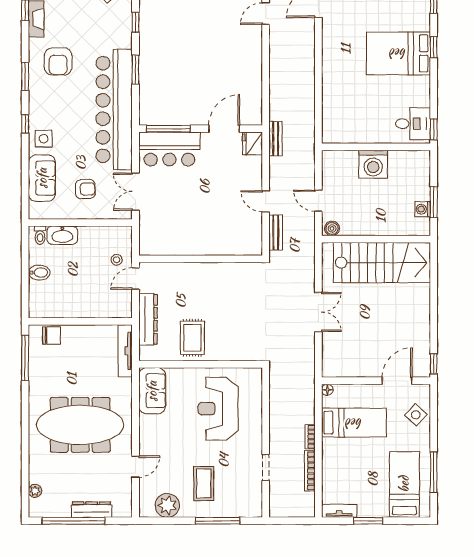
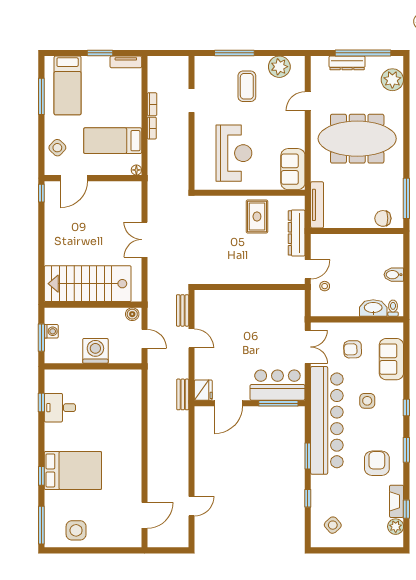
side table: (44, 139) -> (367, 401), moved
wall: (376, 147) -> (93, 366), moved
washing machine: (373, 164) -> (95, 351), moved
bookcase: (310, 471) -> (152, 104), width x0.64
plant: (35, 491) -> (392, 80), width x1.87, depth x1.87

